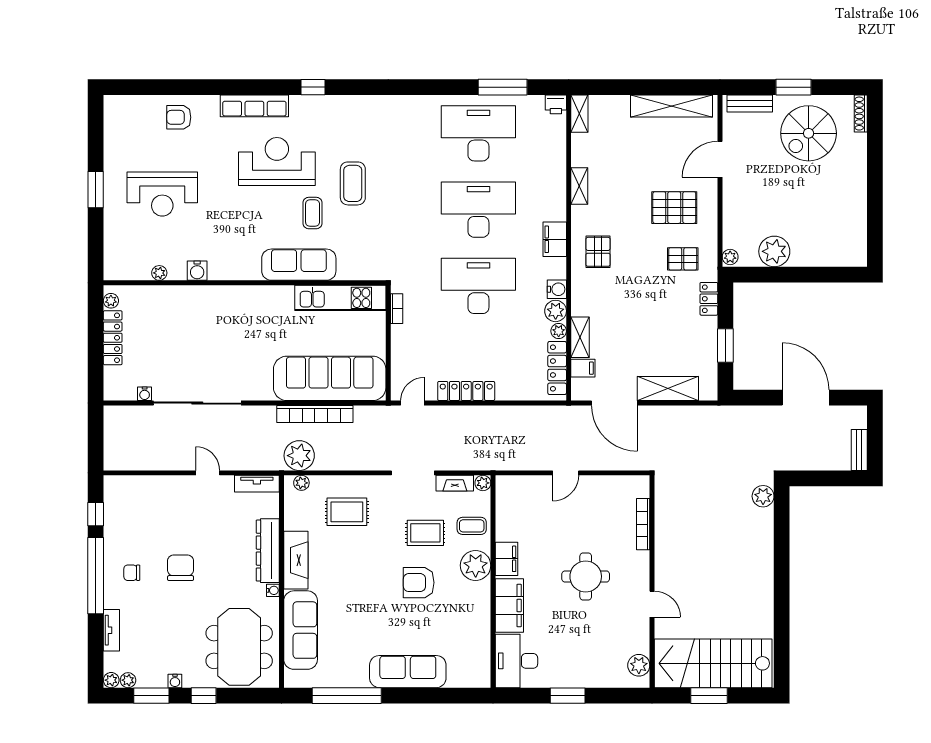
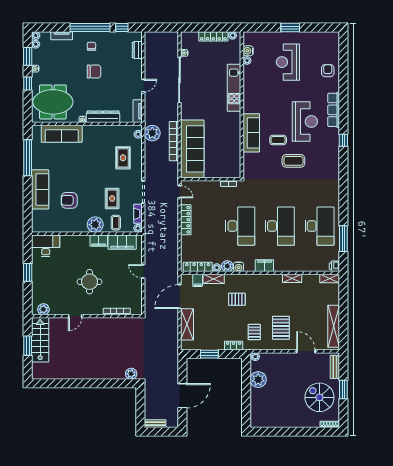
pallet: (598, 252) -> (237, 299), moved
water cooler: (197, 271) -> (248, 51), moved
kitchen unit: (340, 298) -> (234, 88), moved
dresser: (139, 484) -> (137, 50), added
fireplace: (296, 560) -> (98, 131), removed
armchair: (419, 583) -> (69, 200), moved, turned -90
filing cabinet: (509, 605) -> (122, 242), moved
stairs: (713, 663) -> (40, 340), width x0.73, depth x0.66

